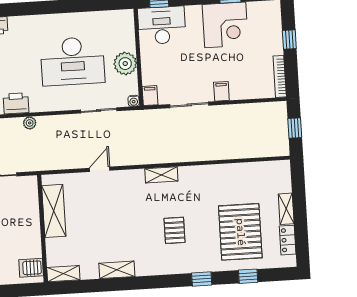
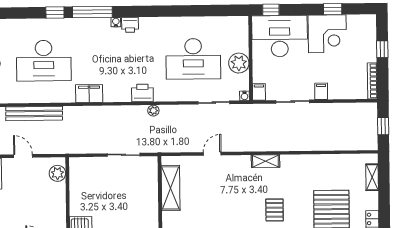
desk: (162, 25) -> (280, 36), width x1.36, depth x1.30
shelving: (286, 209) -> (372, 177), moved

